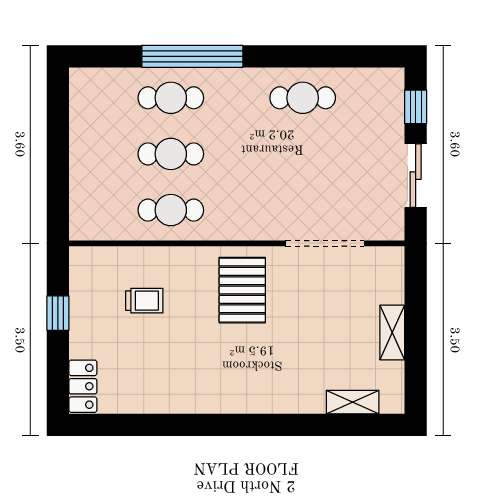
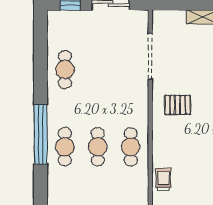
pallet: (242, 290) -> (178, 105), width x0.67, depth x0.71
trolley: (144, 301) -> (164, 180), moved

